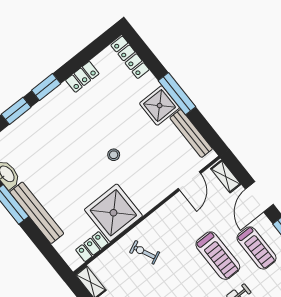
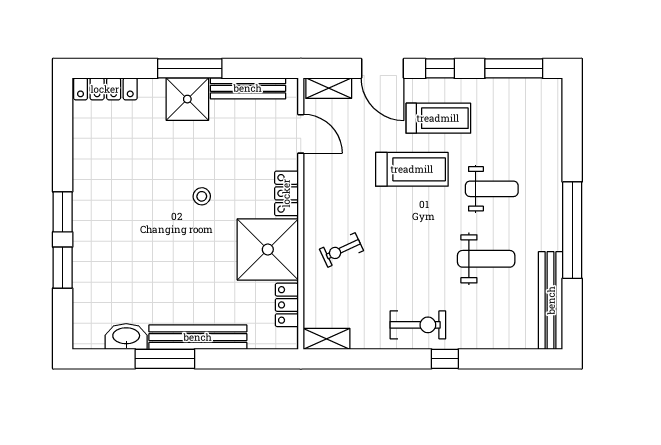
locker: (82, 77) -> (286, 193), moved, turned 180

